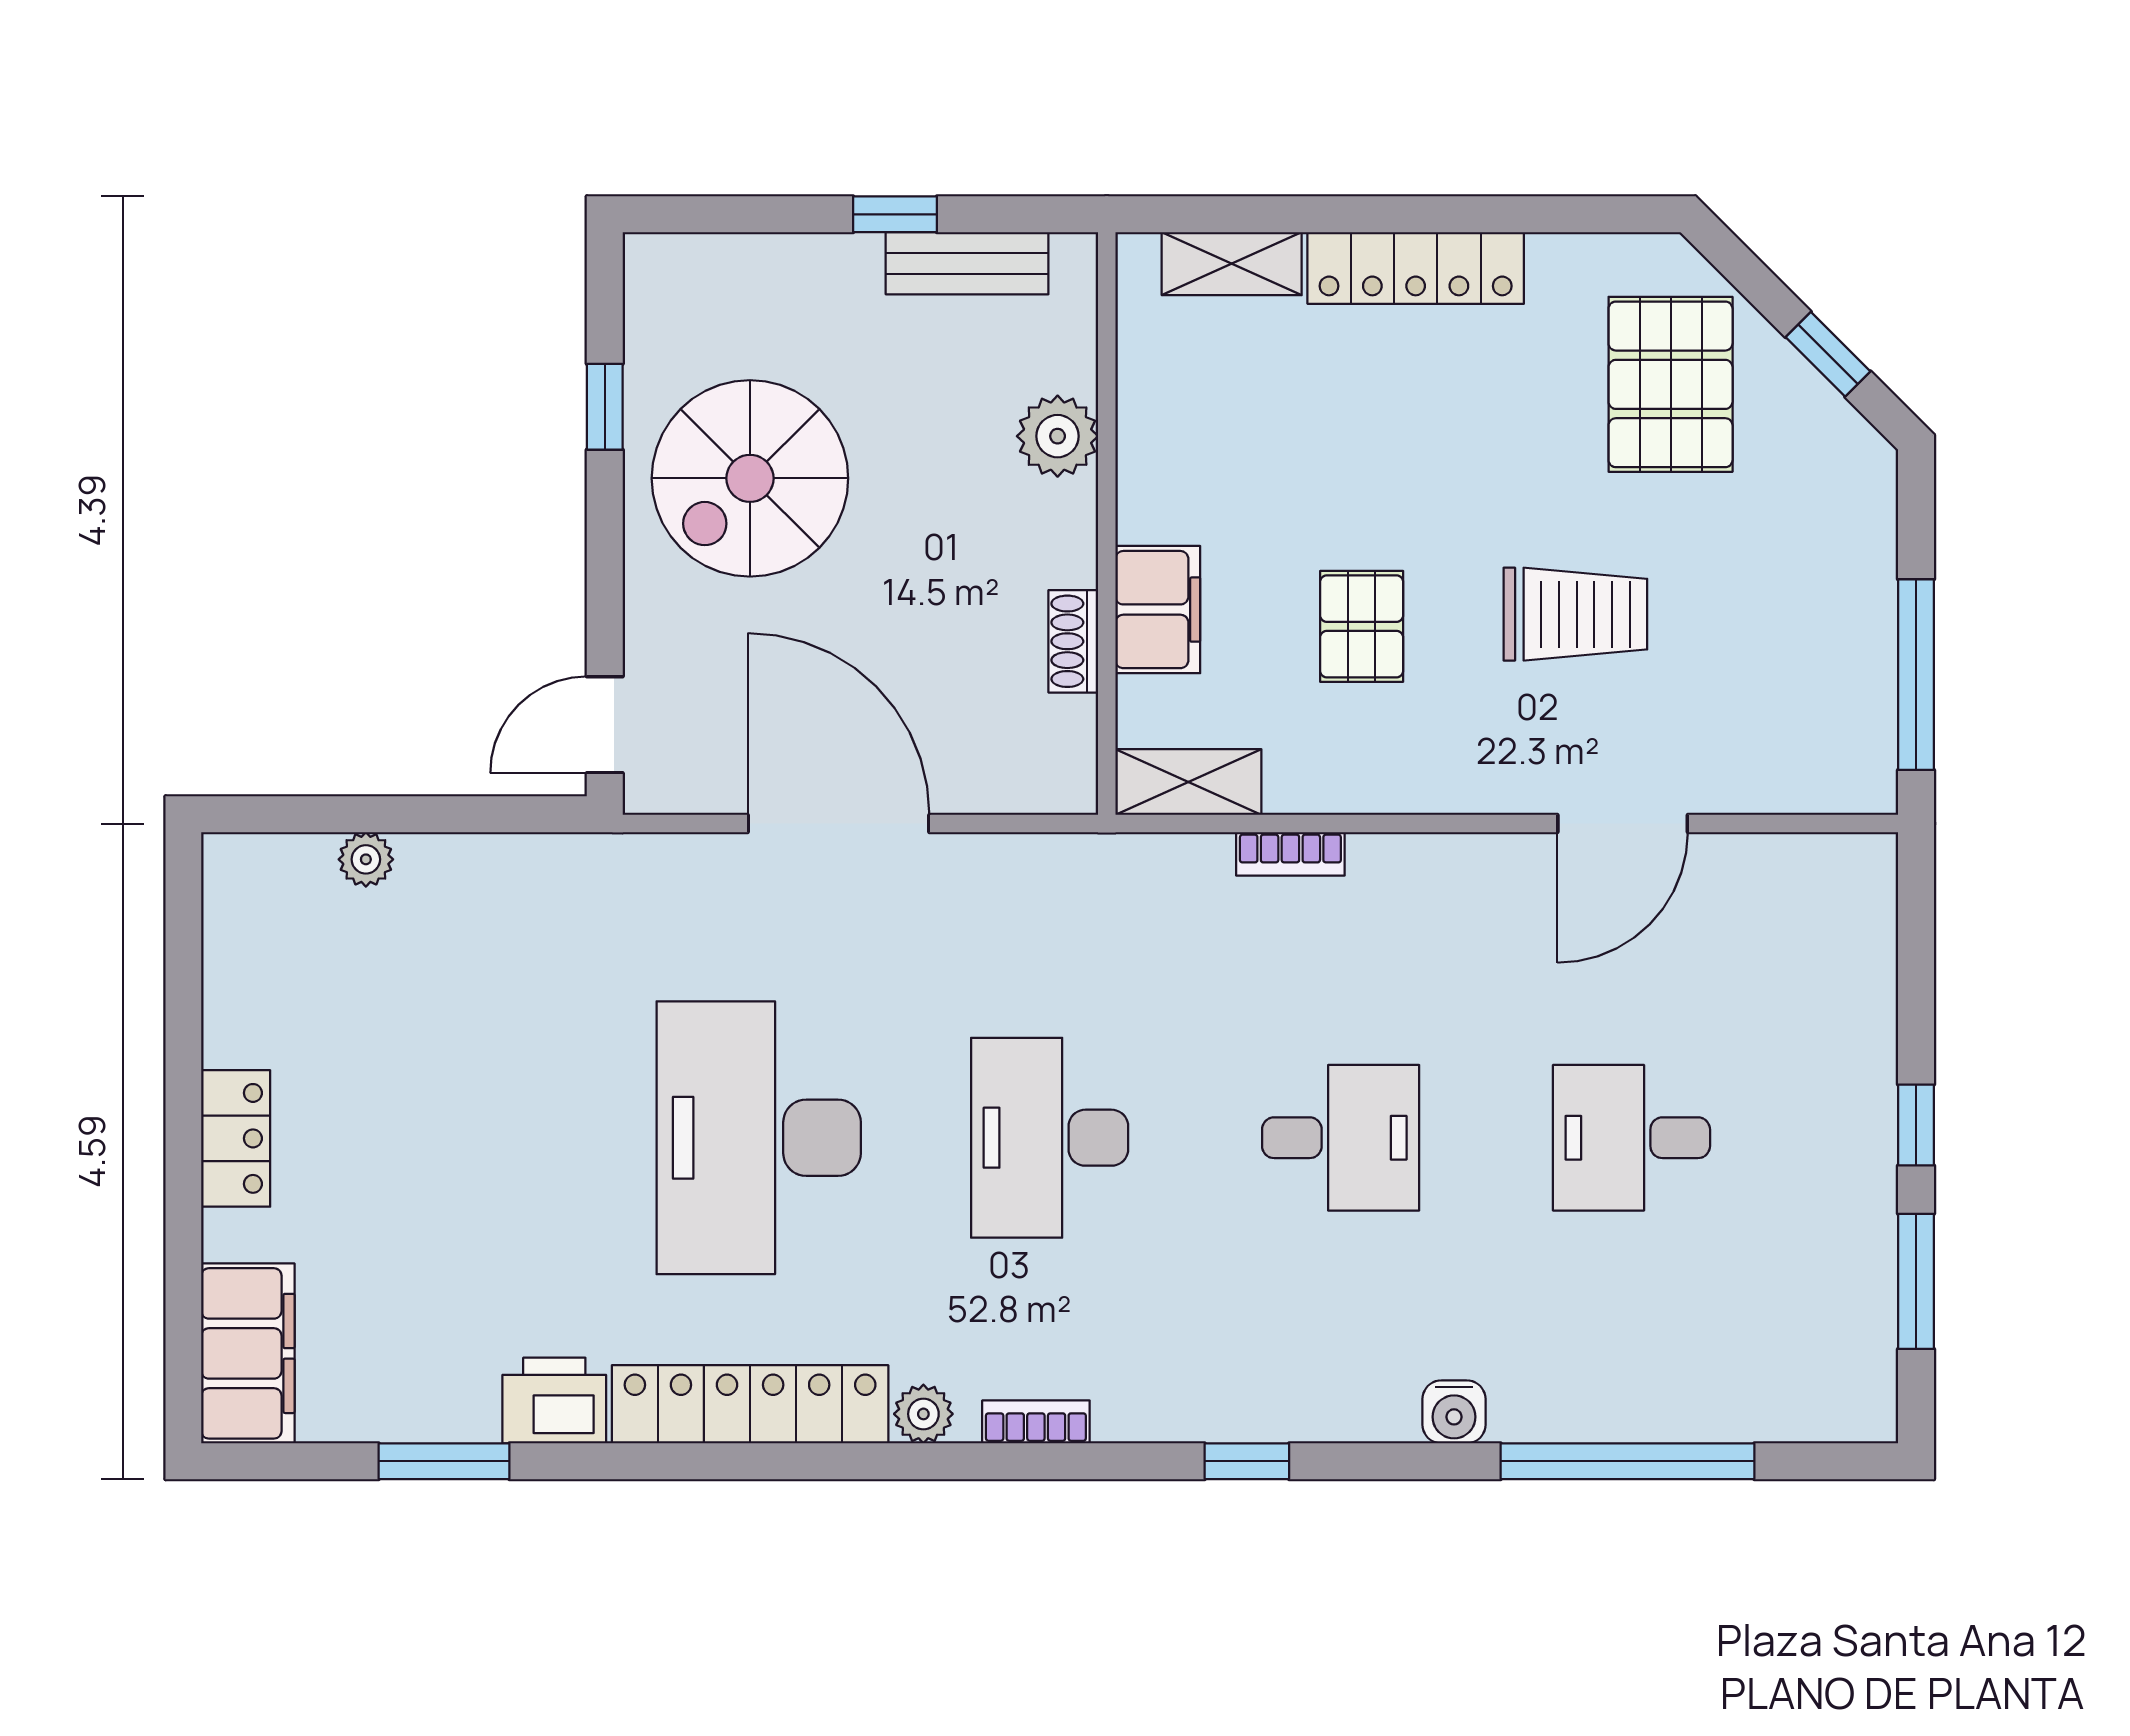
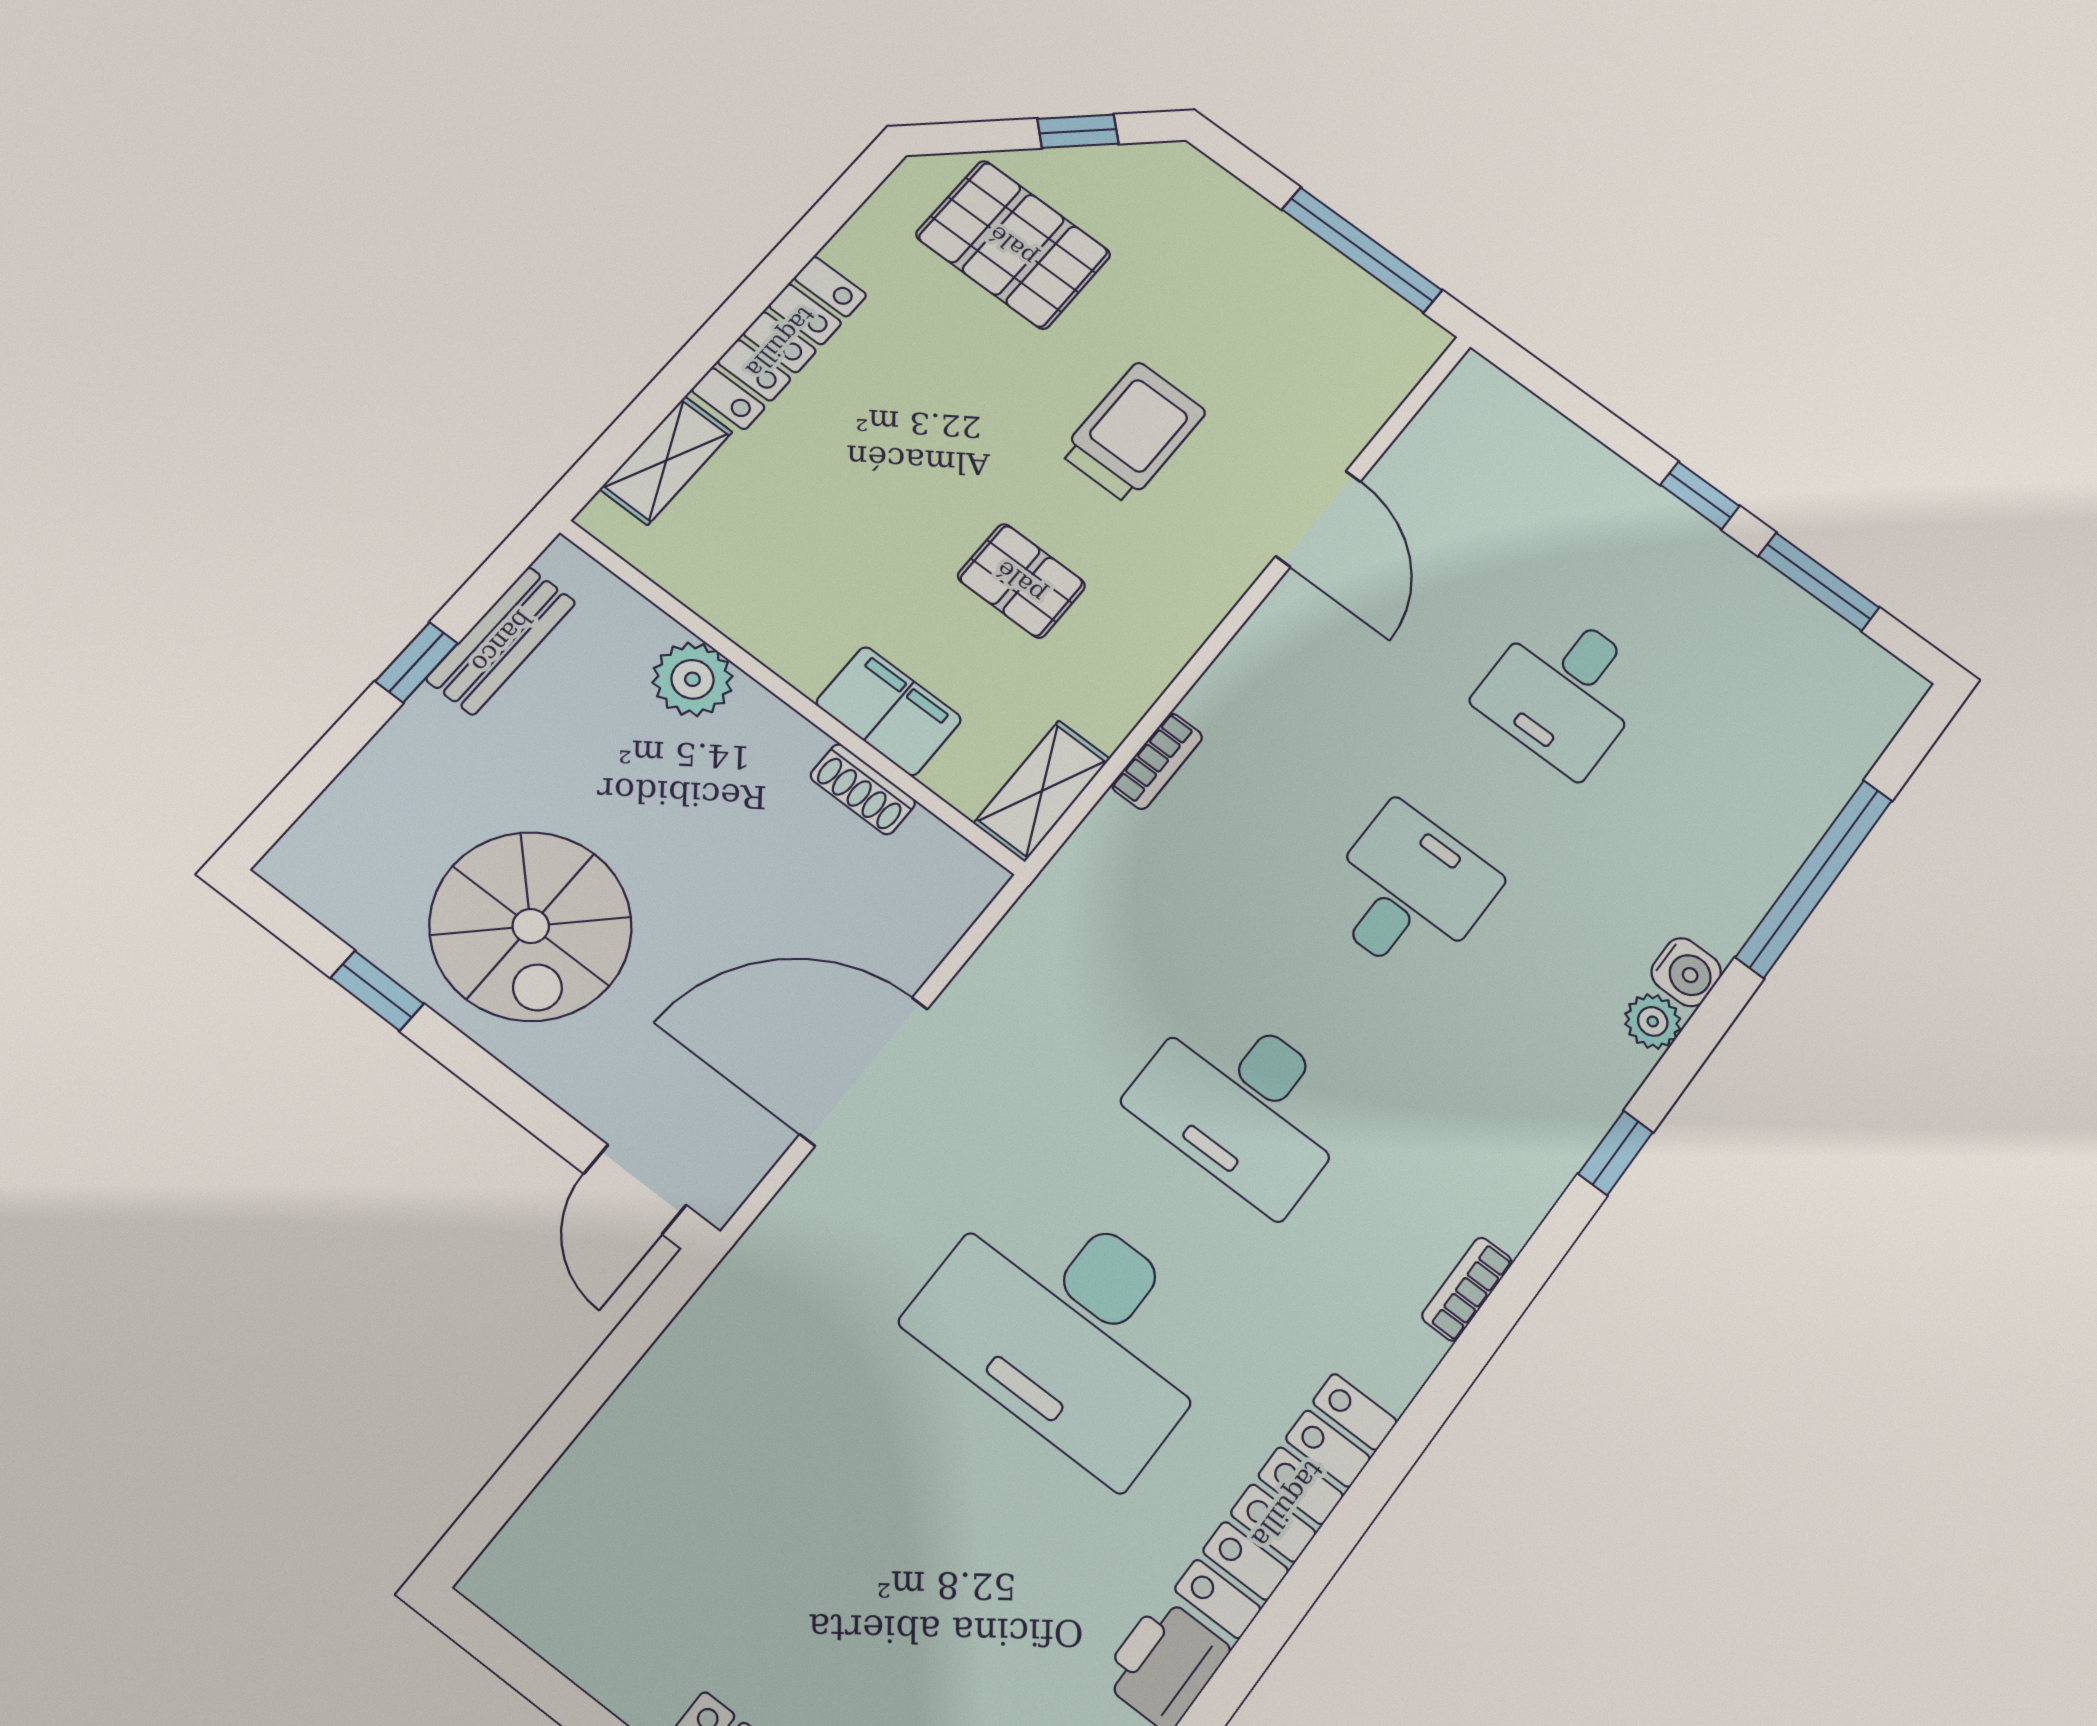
plant: (366, 859) -> (587, 1468), removed
plant: (923, 1414) -> (1653, 1021), moved

